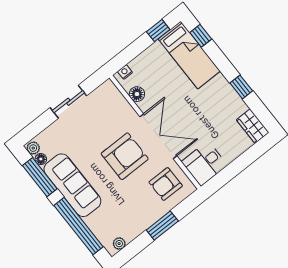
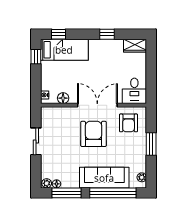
sofa: (72, 185) -> (104, 178), moved

